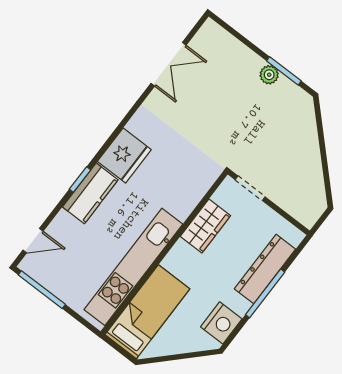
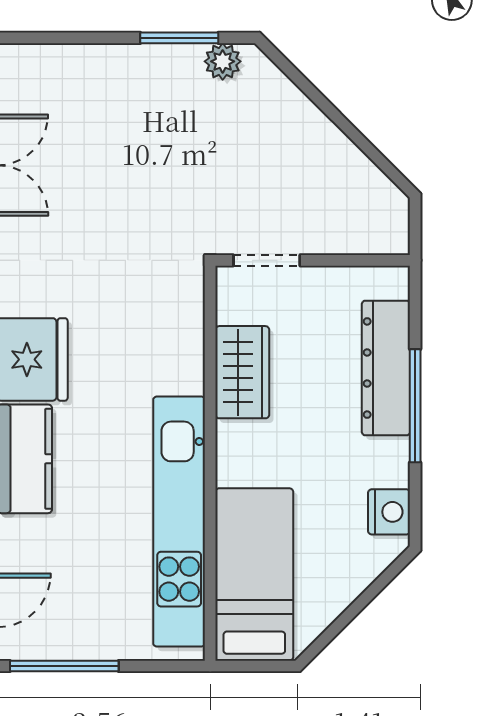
plant: (269, 75) -> (223, 61), moved
nightstand: (221, 323) -> (389, 512), width x0.74, depth x0.75

